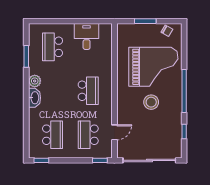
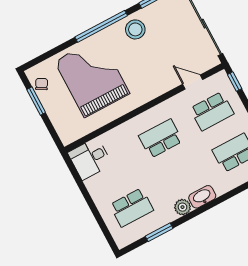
window: (145, 21) -> (36, 101), moved
desk: (87, 36) -> (90, 159), moved
stool: (151, 102) -> (135, 29), moved

